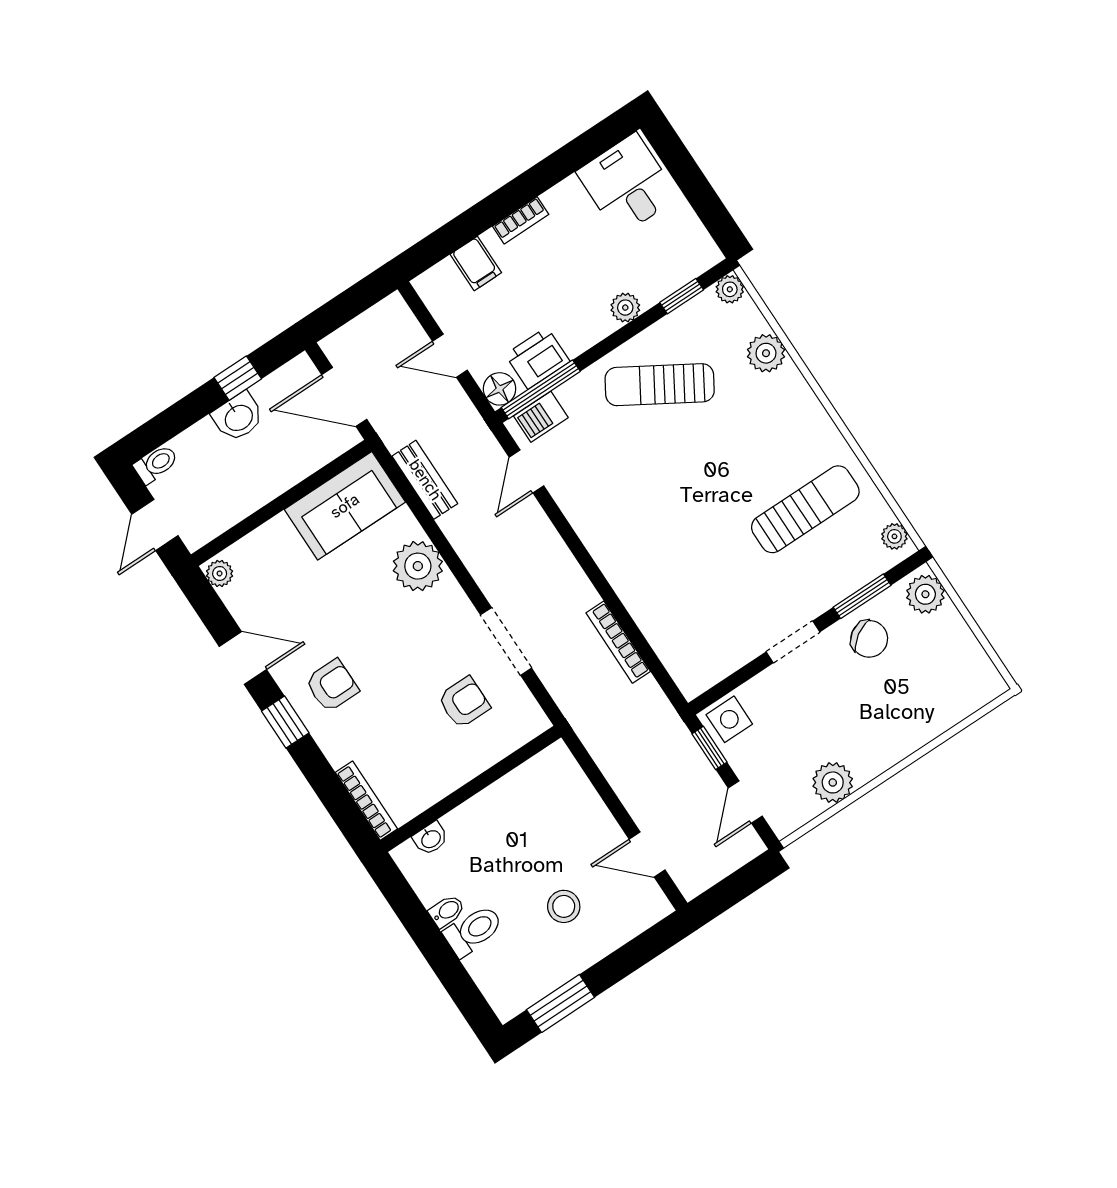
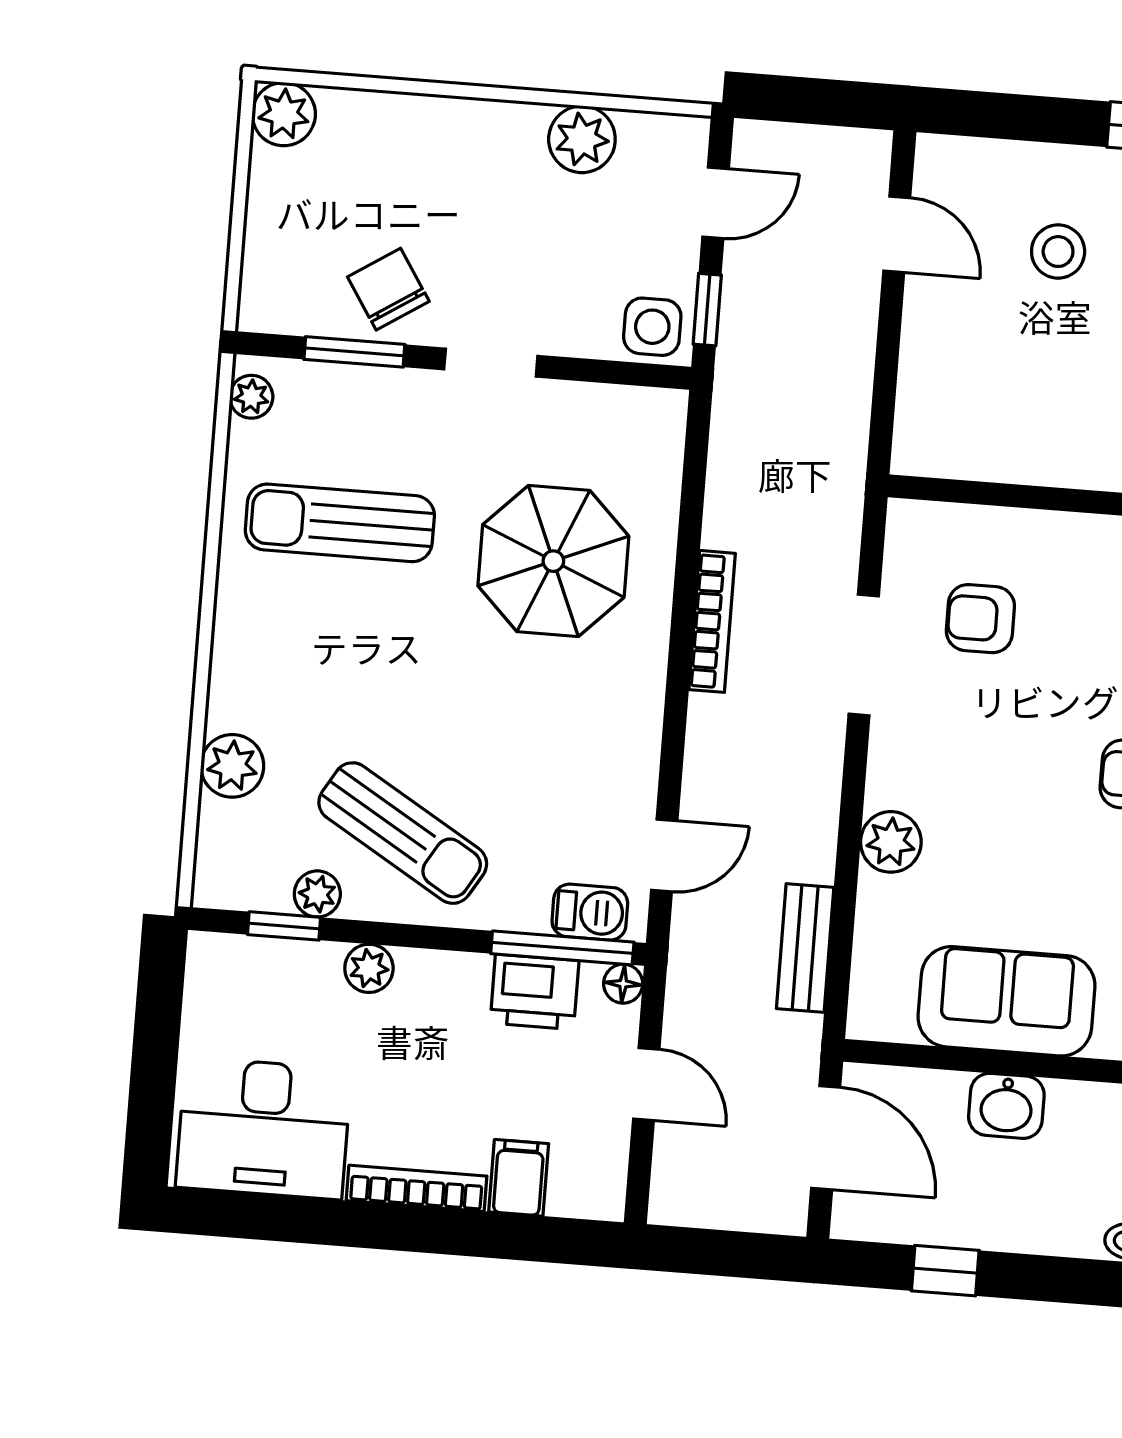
desk: (627, 184) -> (264, 1128), width x1.37
bookcase: (521, 220) -> (417, 1188), width x1.56
plant: (730, 289) -> (317, 894), moved
floor lamp: (500, 389) -> (623, 984), width x0.73, depth x0.73
washbasin: (238, 417) -> (1006, 1106), moved, turned 180
sofa: (345, 506) -> (1006, 1001), moved
plant: (418, 566) -> (891, 842), width x0.73, depth x0.73
parasol: (689, 571) -> (553, 561), added
plant: (925, 594) -> (284, 114), moved
bookcase: (618, 642) -> (712, 621), moved

